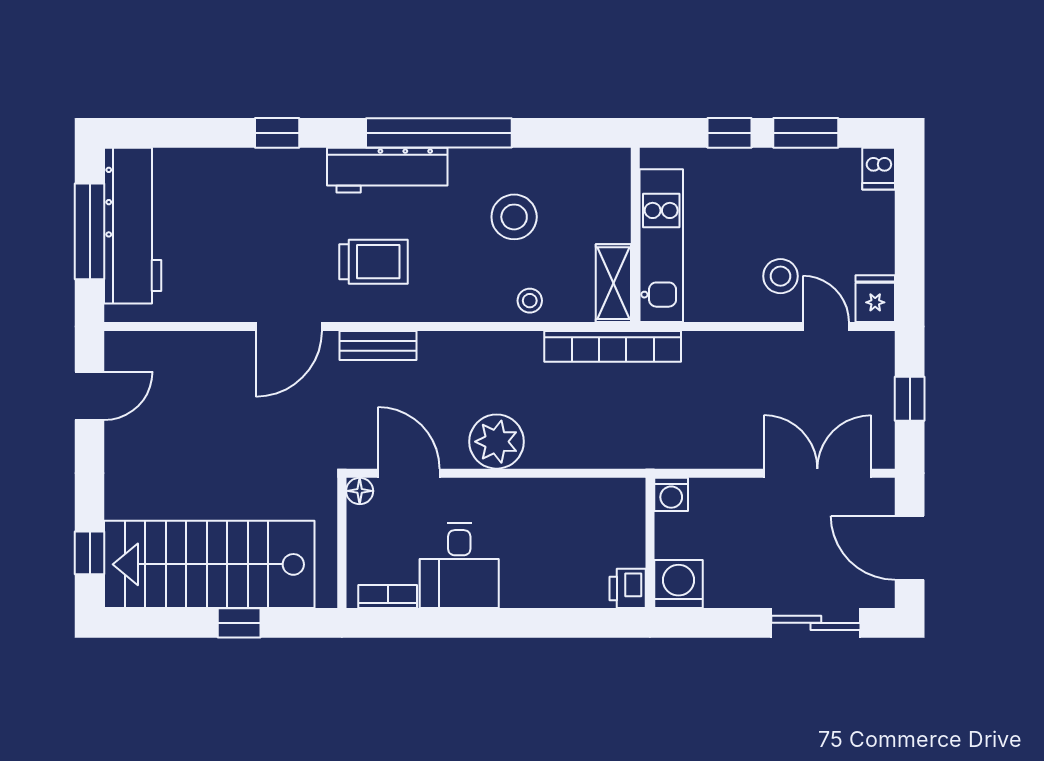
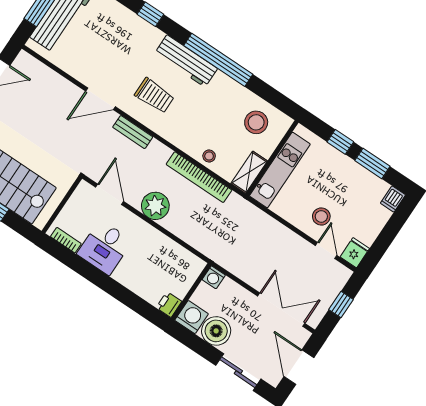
stool: (514, 217) -> (256, 122), moved
bookcase: (613, 346) -> (199, 177), moved
floor lamp: (360, 491) -> (84, 188), removed
boiler: (734, 580) -> (216, 331), added

